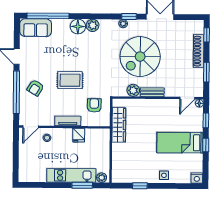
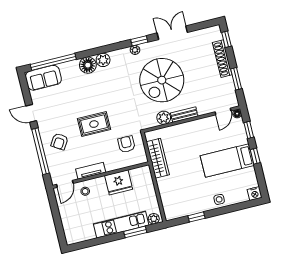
tv unit: (68, 121) -> (91, 171), moved
fridge: (79, 135) -> (119, 182), width x1.88, depth x1.34

